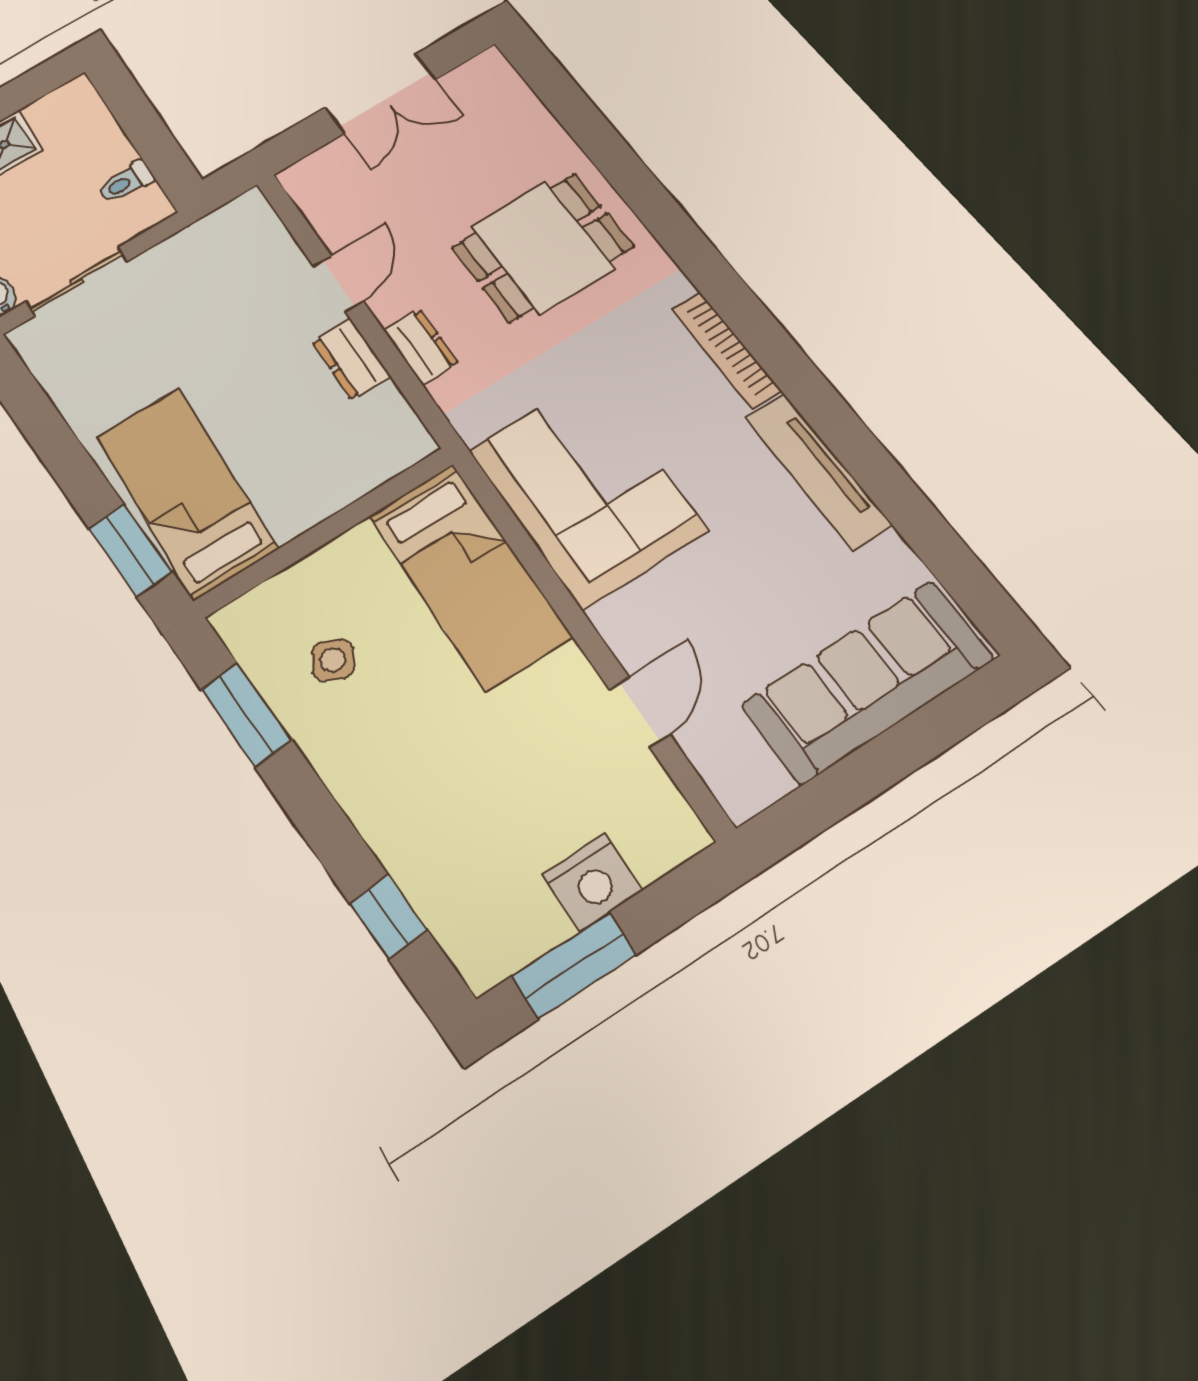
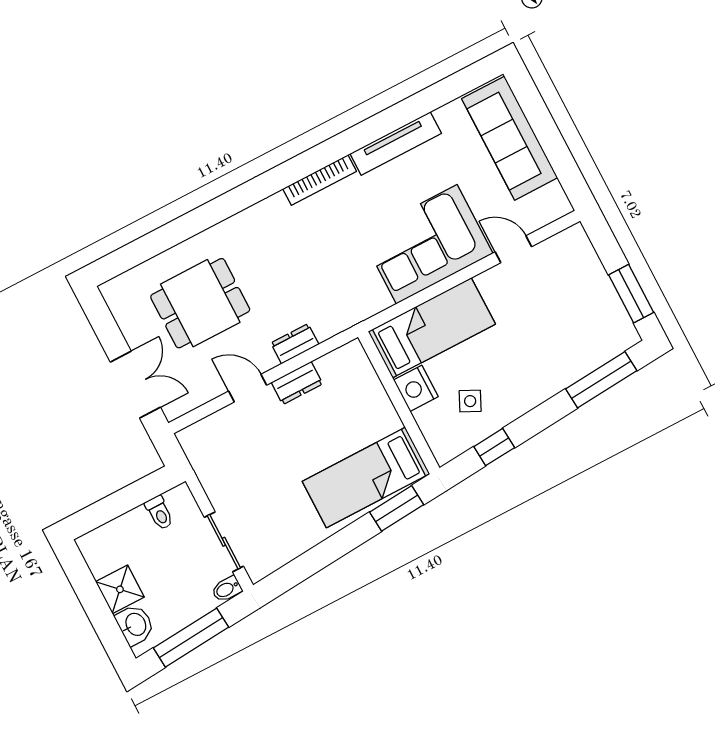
double door: (380, 93) -> (135, 385), moved
dining table: (542, 247) -> (200, 303), moved, turned 90
corner sofa: (587, 490) -> (427, 244), moved
window: (246, 715) -> (494, 447), width x0.67
nightstand: (592, 882) -> (416, 388), moved, turned 180
window: (388, 917) -> (601, 380), width x2.17

